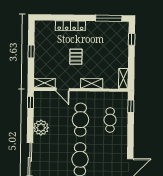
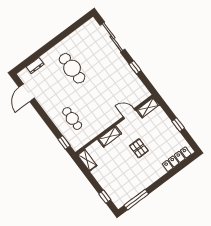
locker: (70, 26) -> (177, 159), moved
window: (31, 102) -> (135, 67), moved
cafe table: (80, 120) -> (96, 100), removed
plant: (41, 128) -> (123, 70), removed

